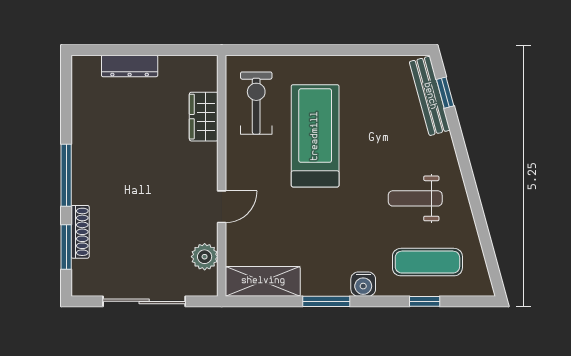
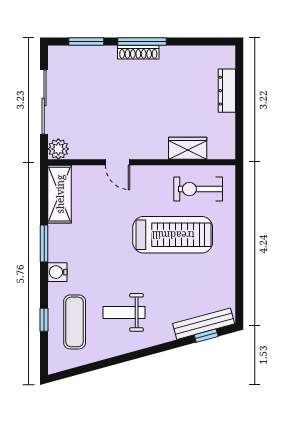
exercise bike: (256, 103) -> (198, 189), turned 180
weight bench: (415, 198) -> (124, 312), turned -90
shoe rack: (80, 232) -> (138, 52), moved
plant: (205, 257) -> (58, 149), moved

